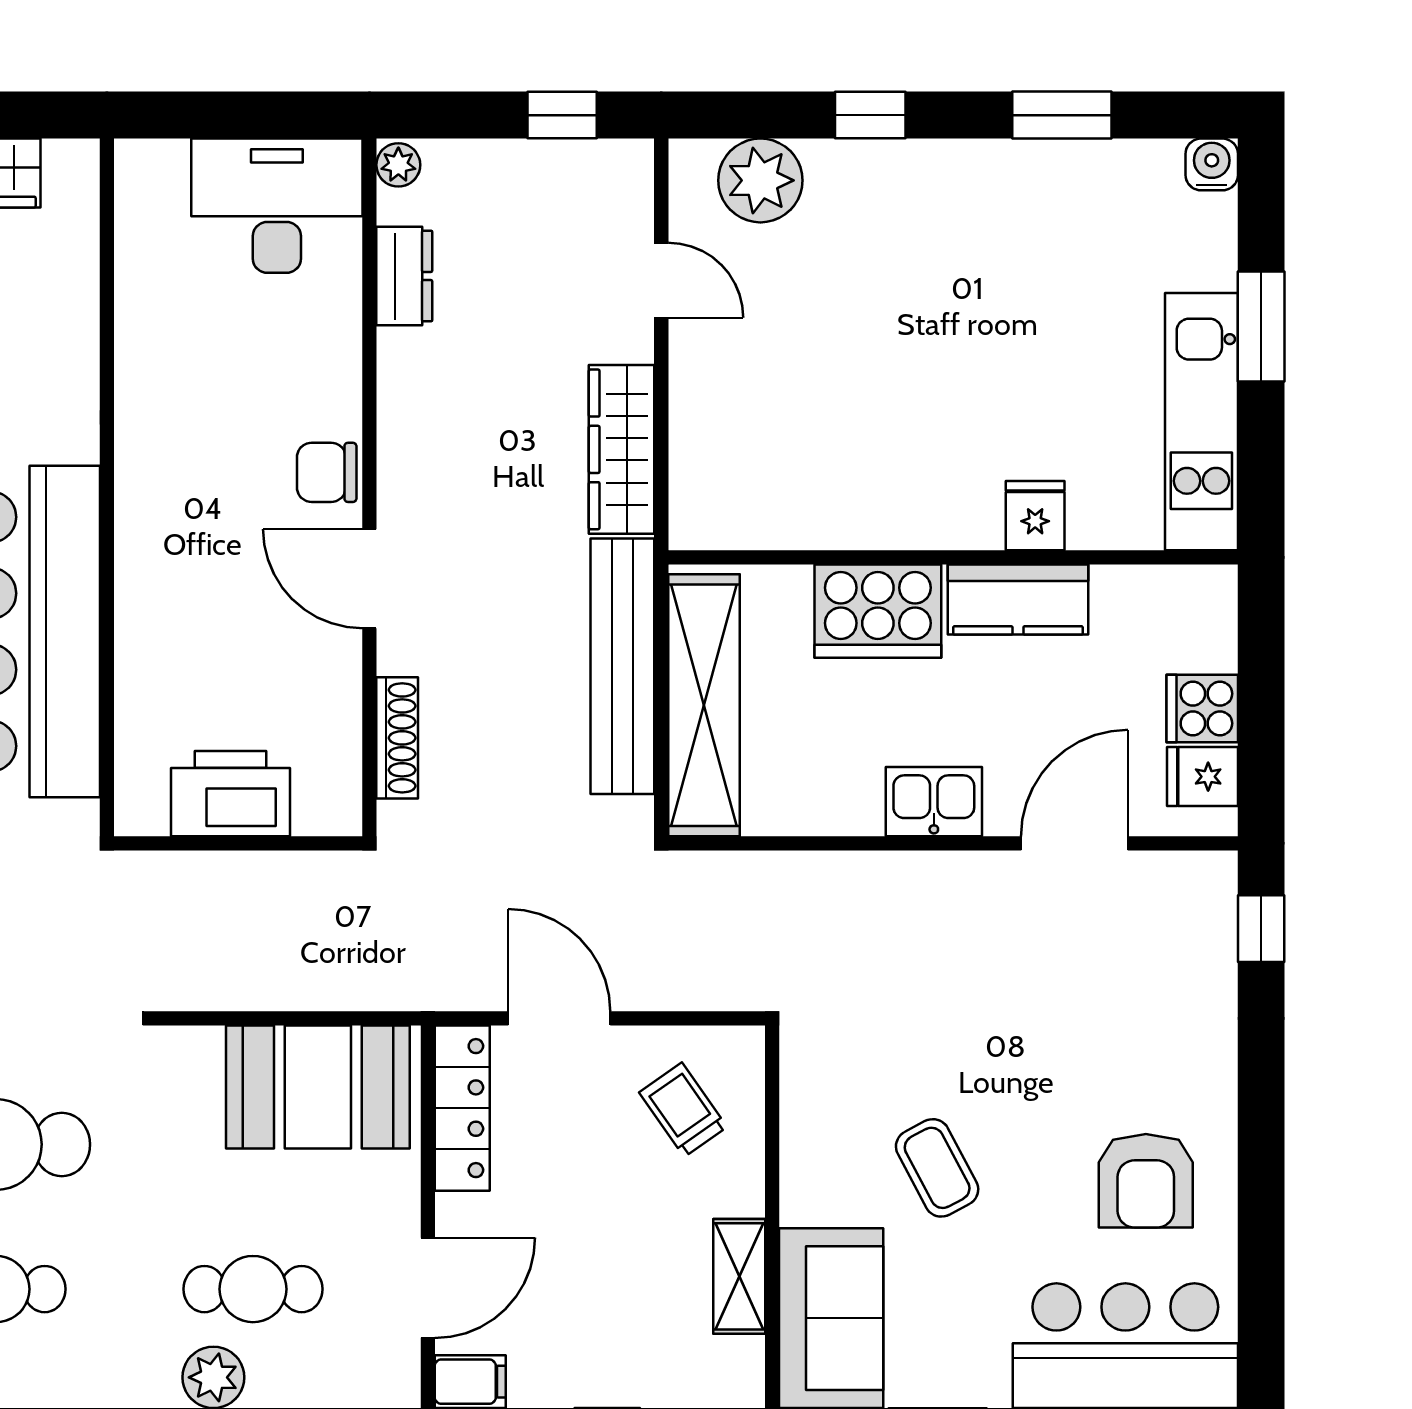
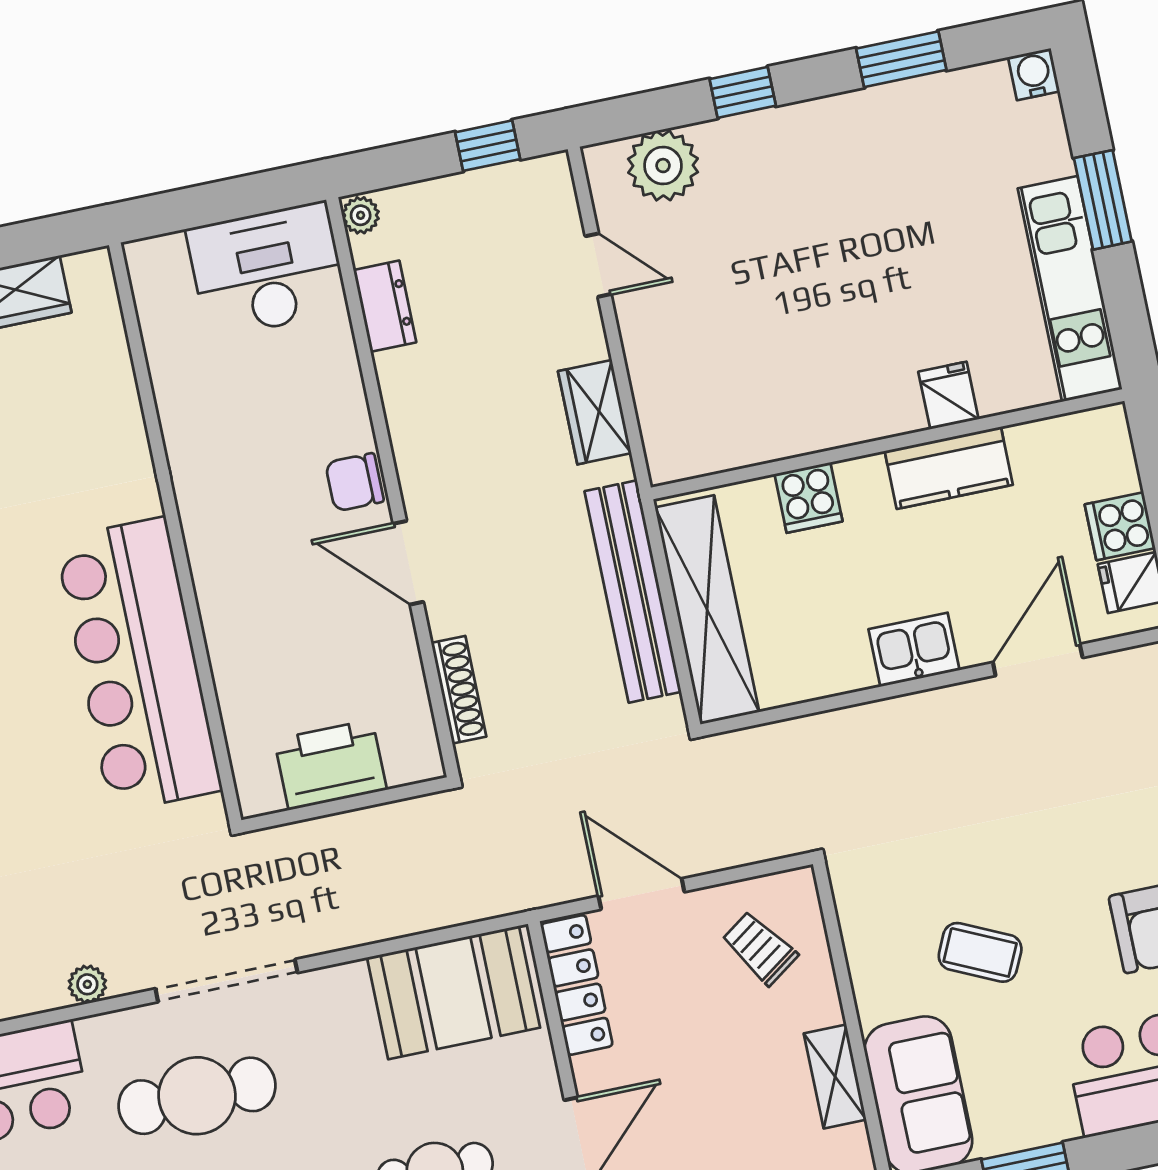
wardrobe: (622, 449) -> (595, 412), width x0.67
cooker: (878, 611) -> (808, 498), width x0.53, depth x0.76
coffee table: (937, 1168) -> (980, 952), turned -37

